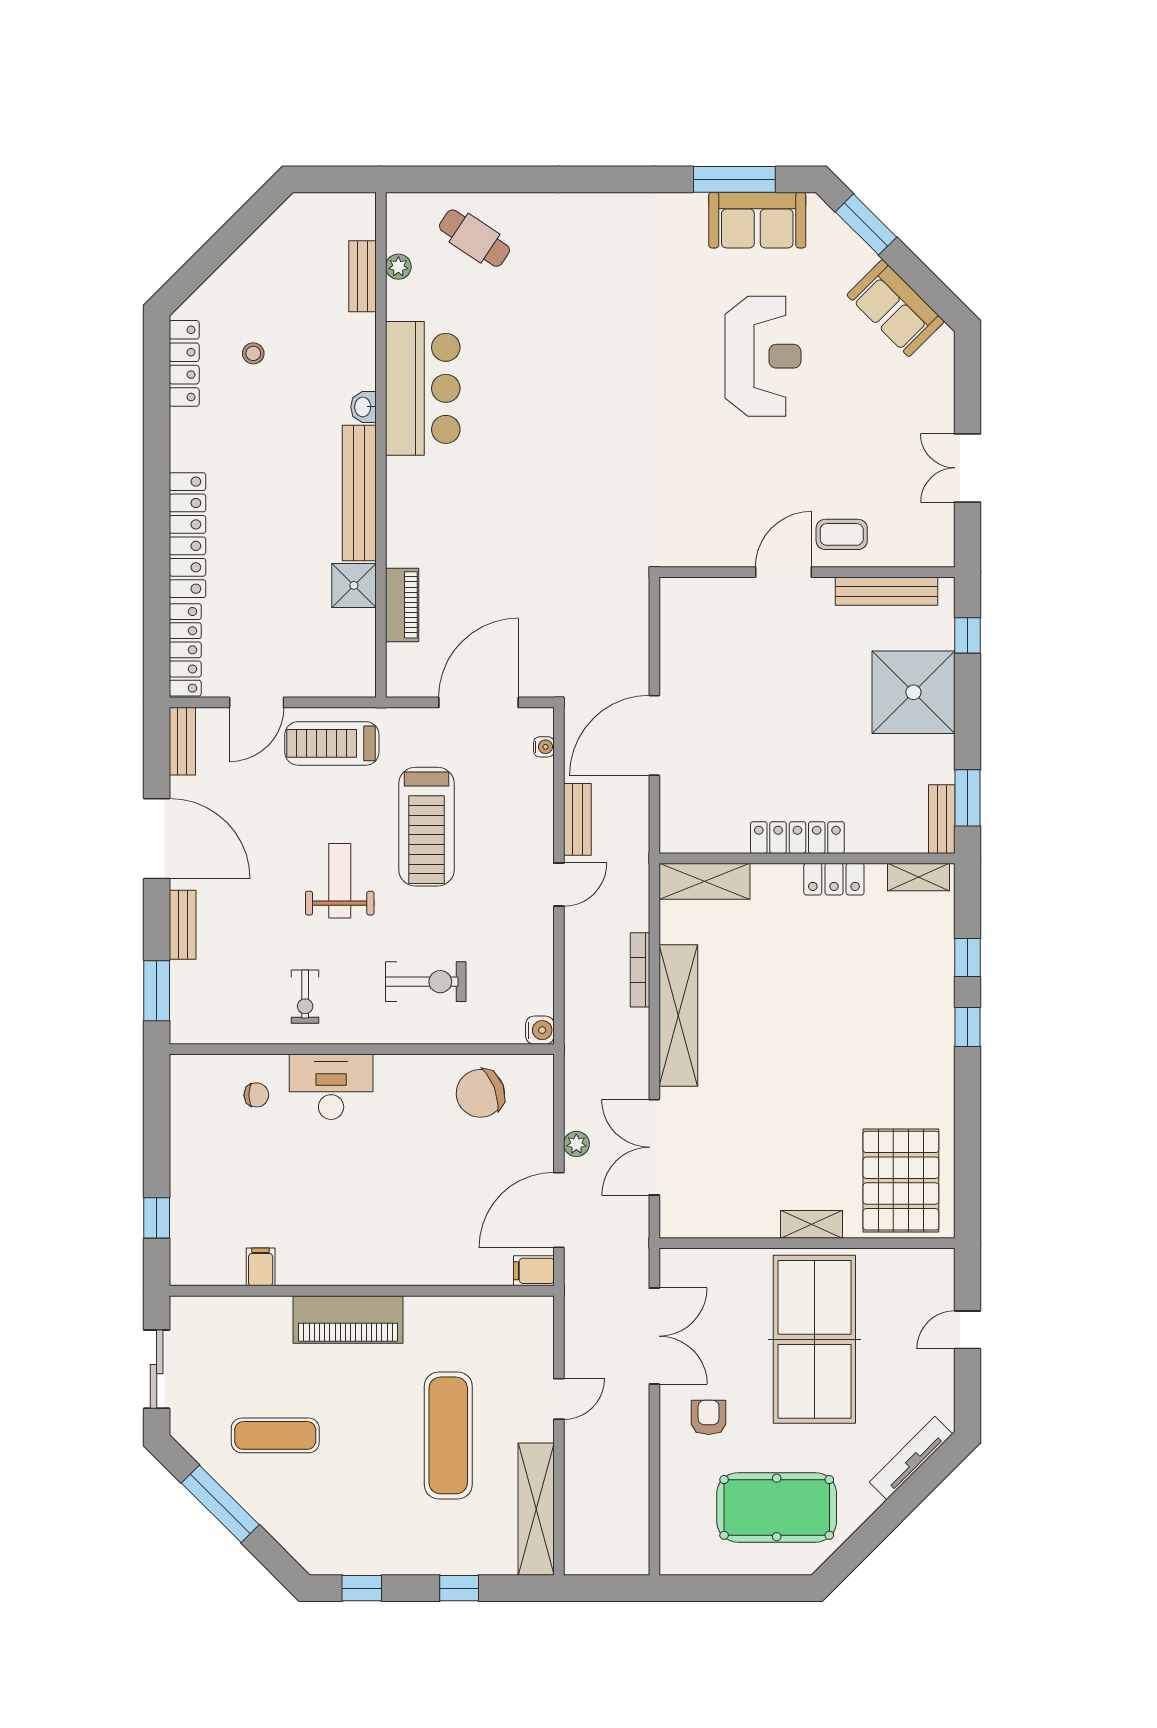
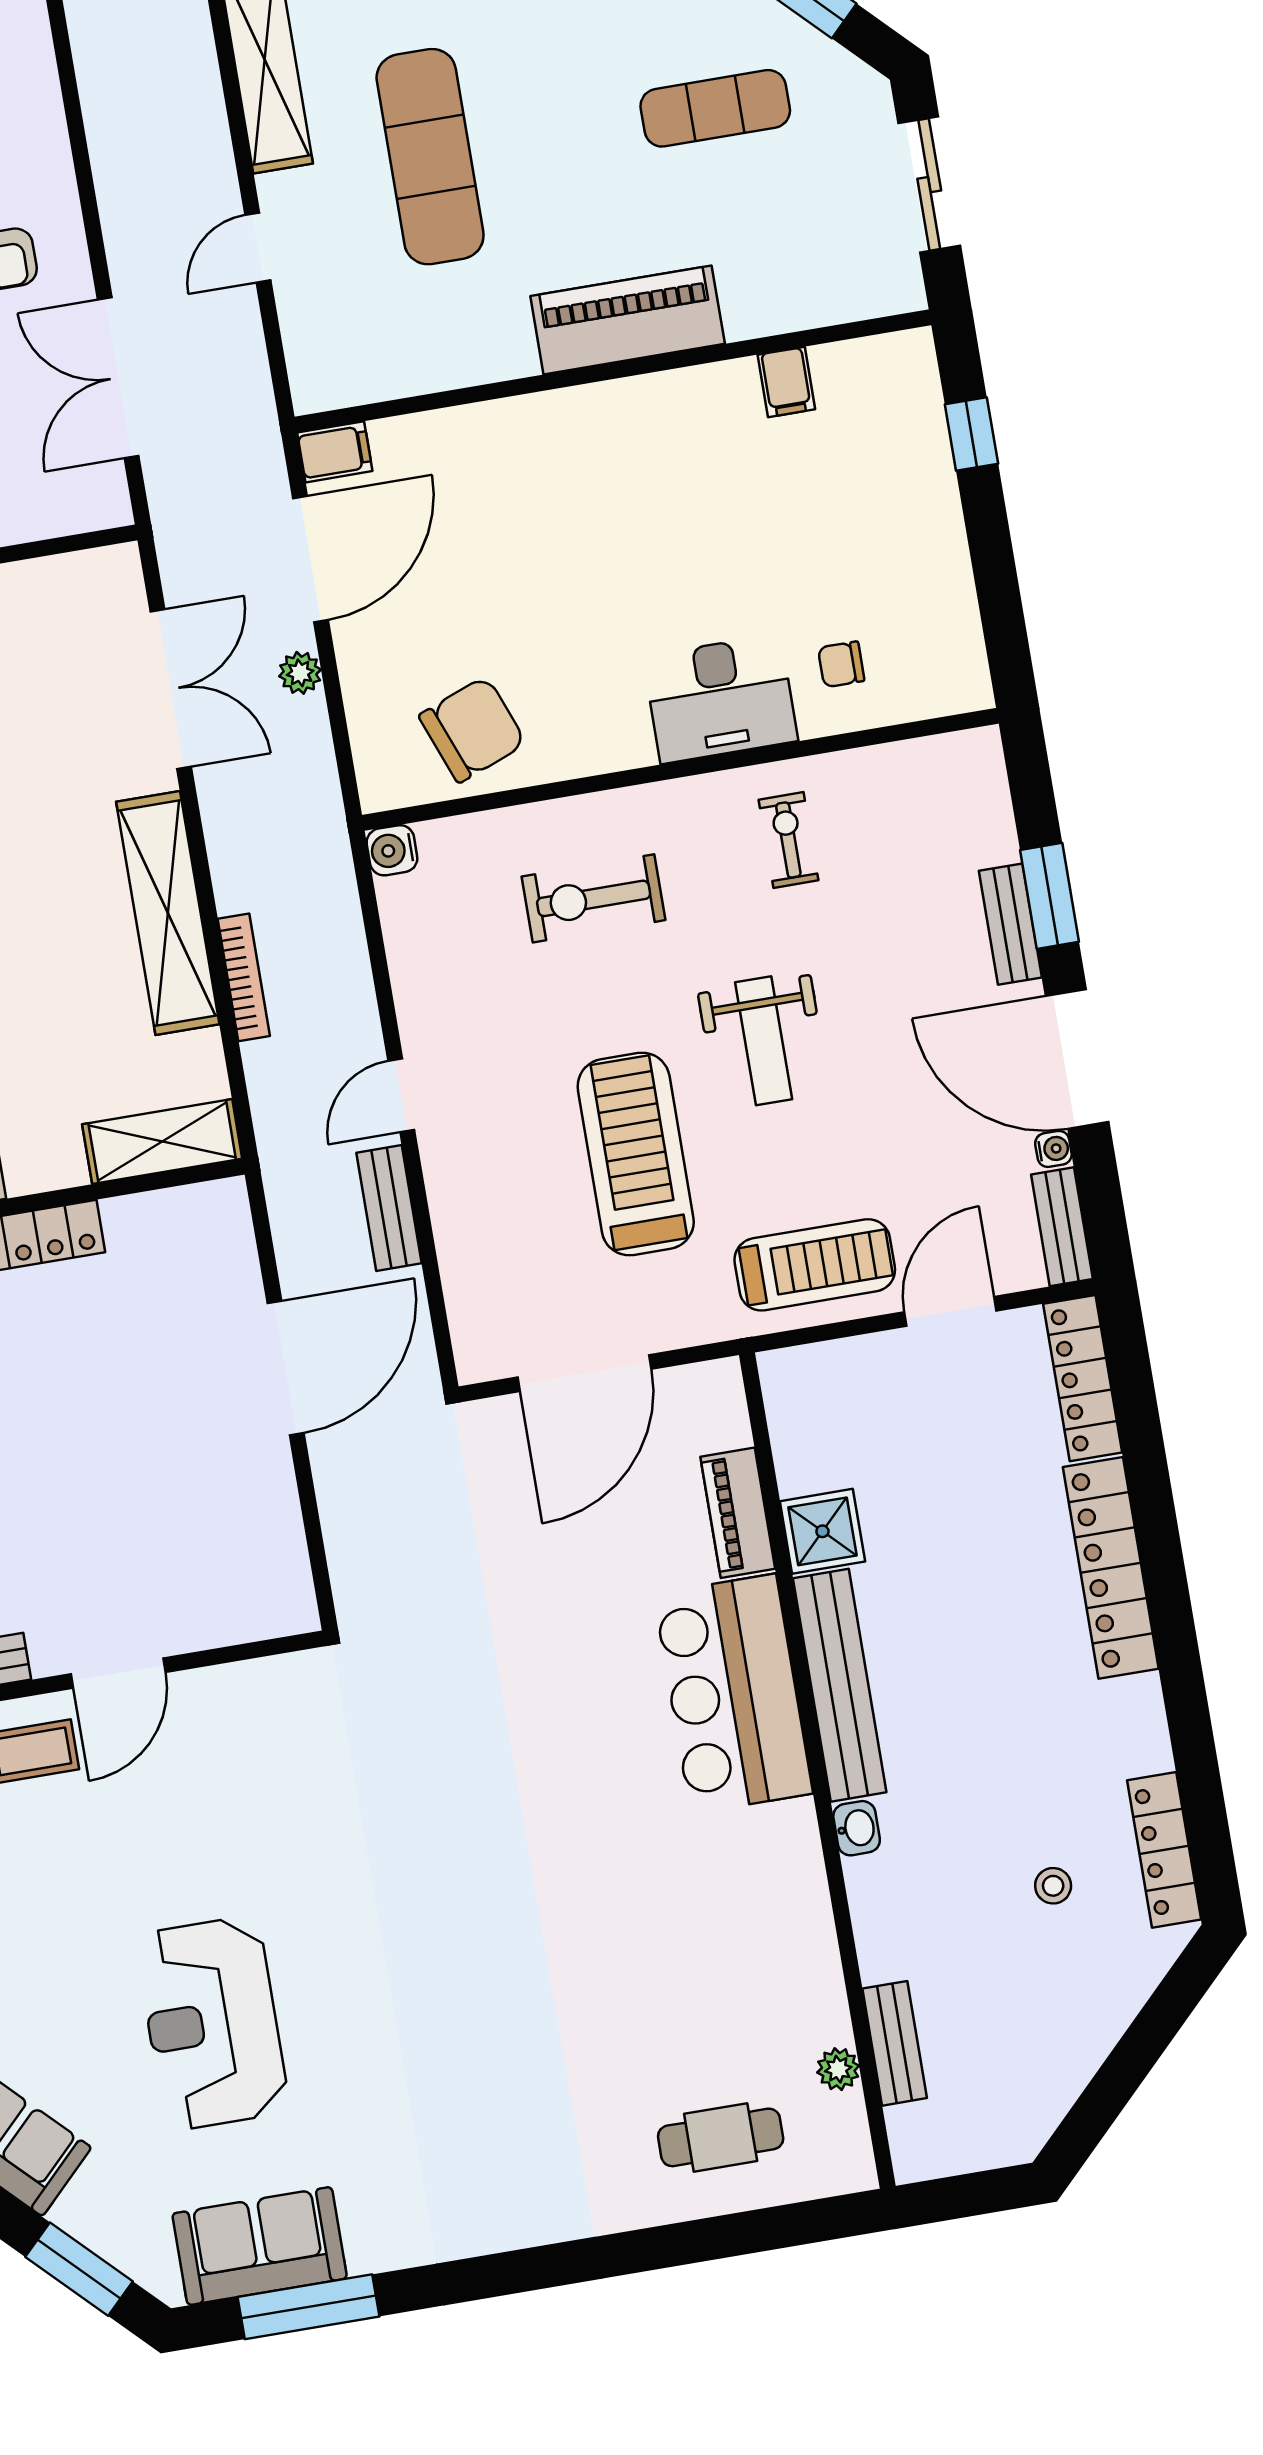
cafe table: (474, 238) -> (721, 2137), turned -34
bar counter: (423, 388) -> (733, 1694), moved
water cooler: (544, 747) -> (1053, 1149), moved, turned 180
window: (157, 991) -> (1050, 896), moved

